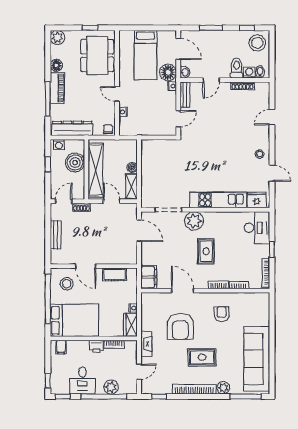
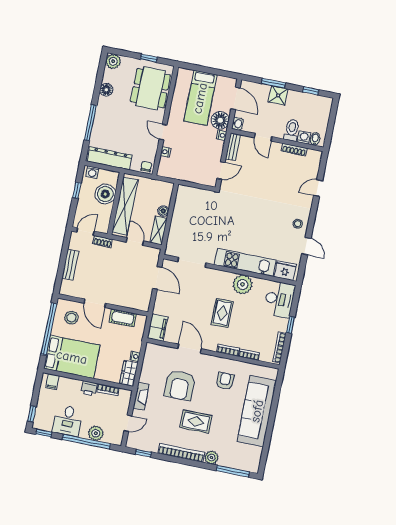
shower: (217, 38) -> (278, 95), added
stool: (257, 43) -> (318, 108), removed
door: (211, 80) -> (263, 137), hinge flipped
piano: (57, 88) -> (102, 113), removed
plant: (194, 221) -> (243, 284), moved
sofa: (257, 359) -> (257, 411), moved

